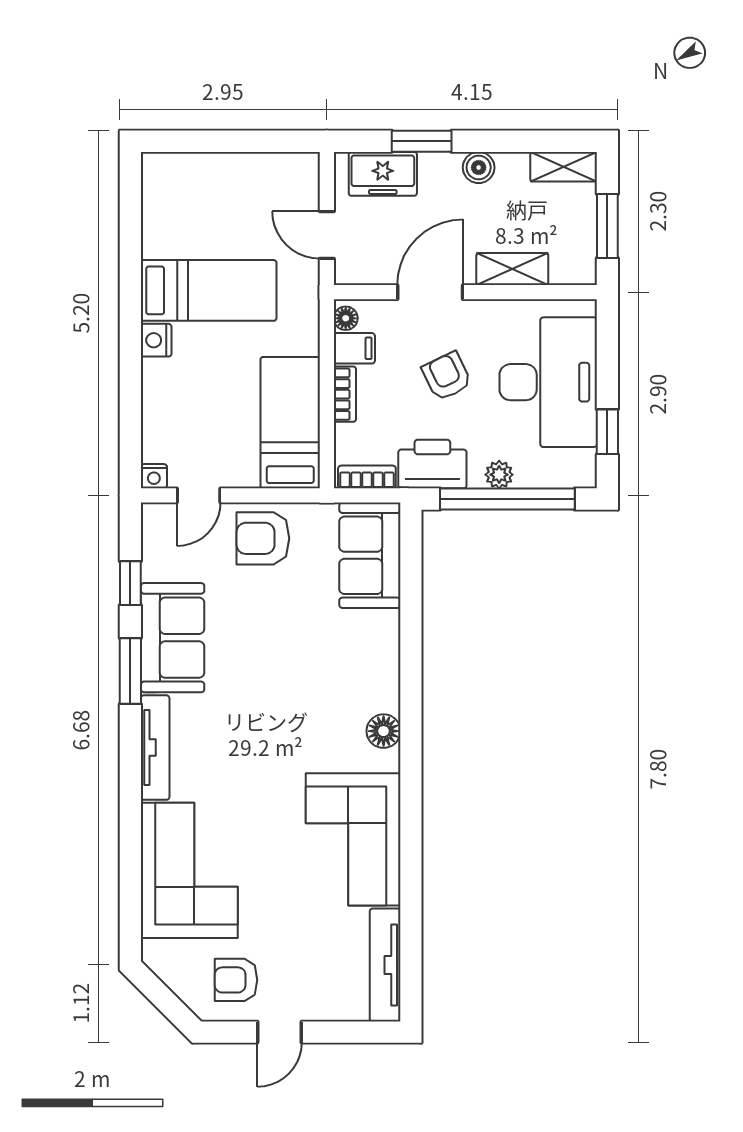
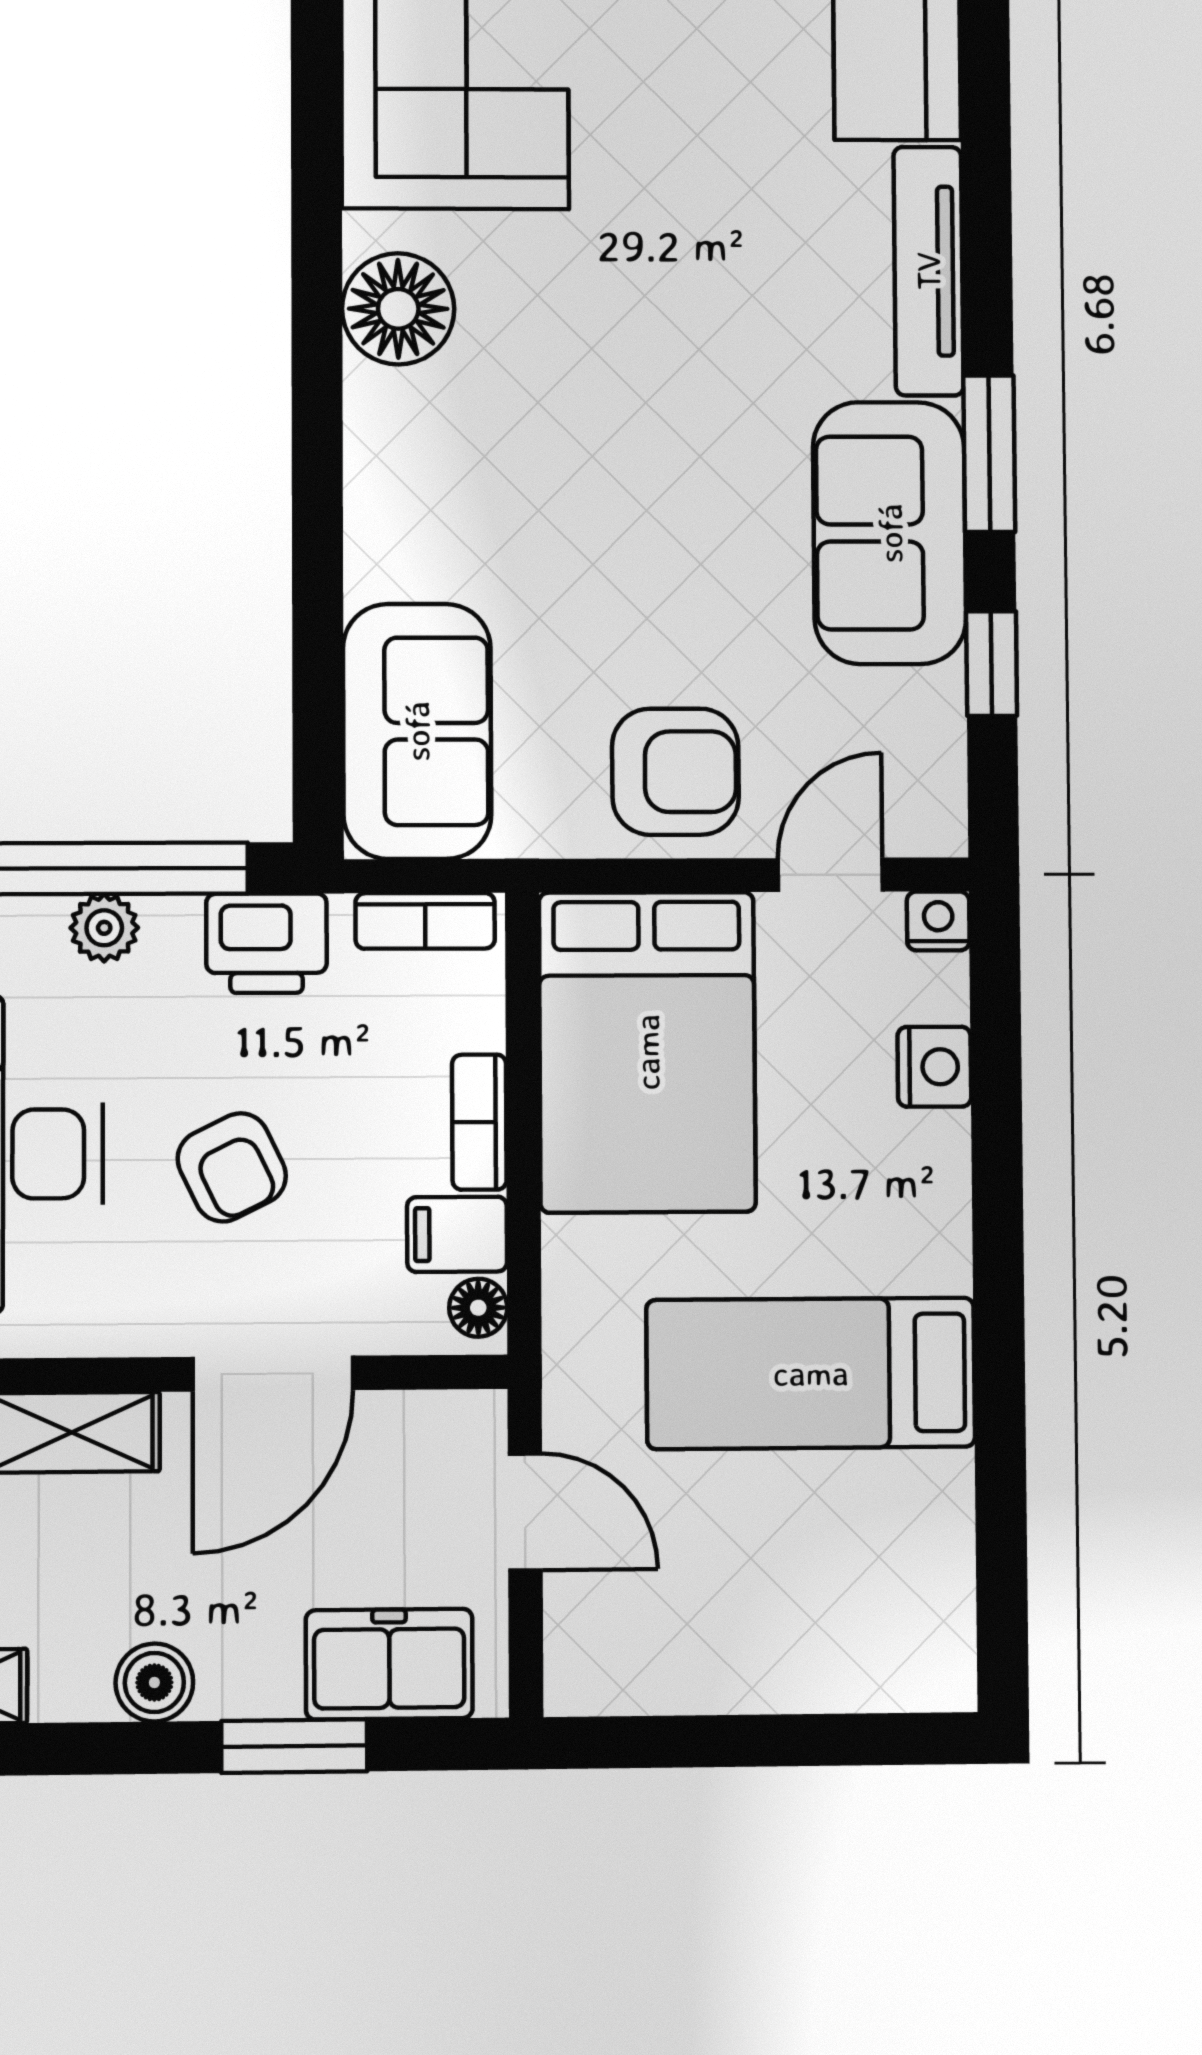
nightstand: (156, 340) -> (934, 1067), moved
bed: (290, 423) -> (647, 1052), width x1.50
printer: (432, 464) -> (266, 943), width x0.73, depth x0.84
floor lamp: (384, 731) -> (398, 309), width x1.38, depth x1.38

